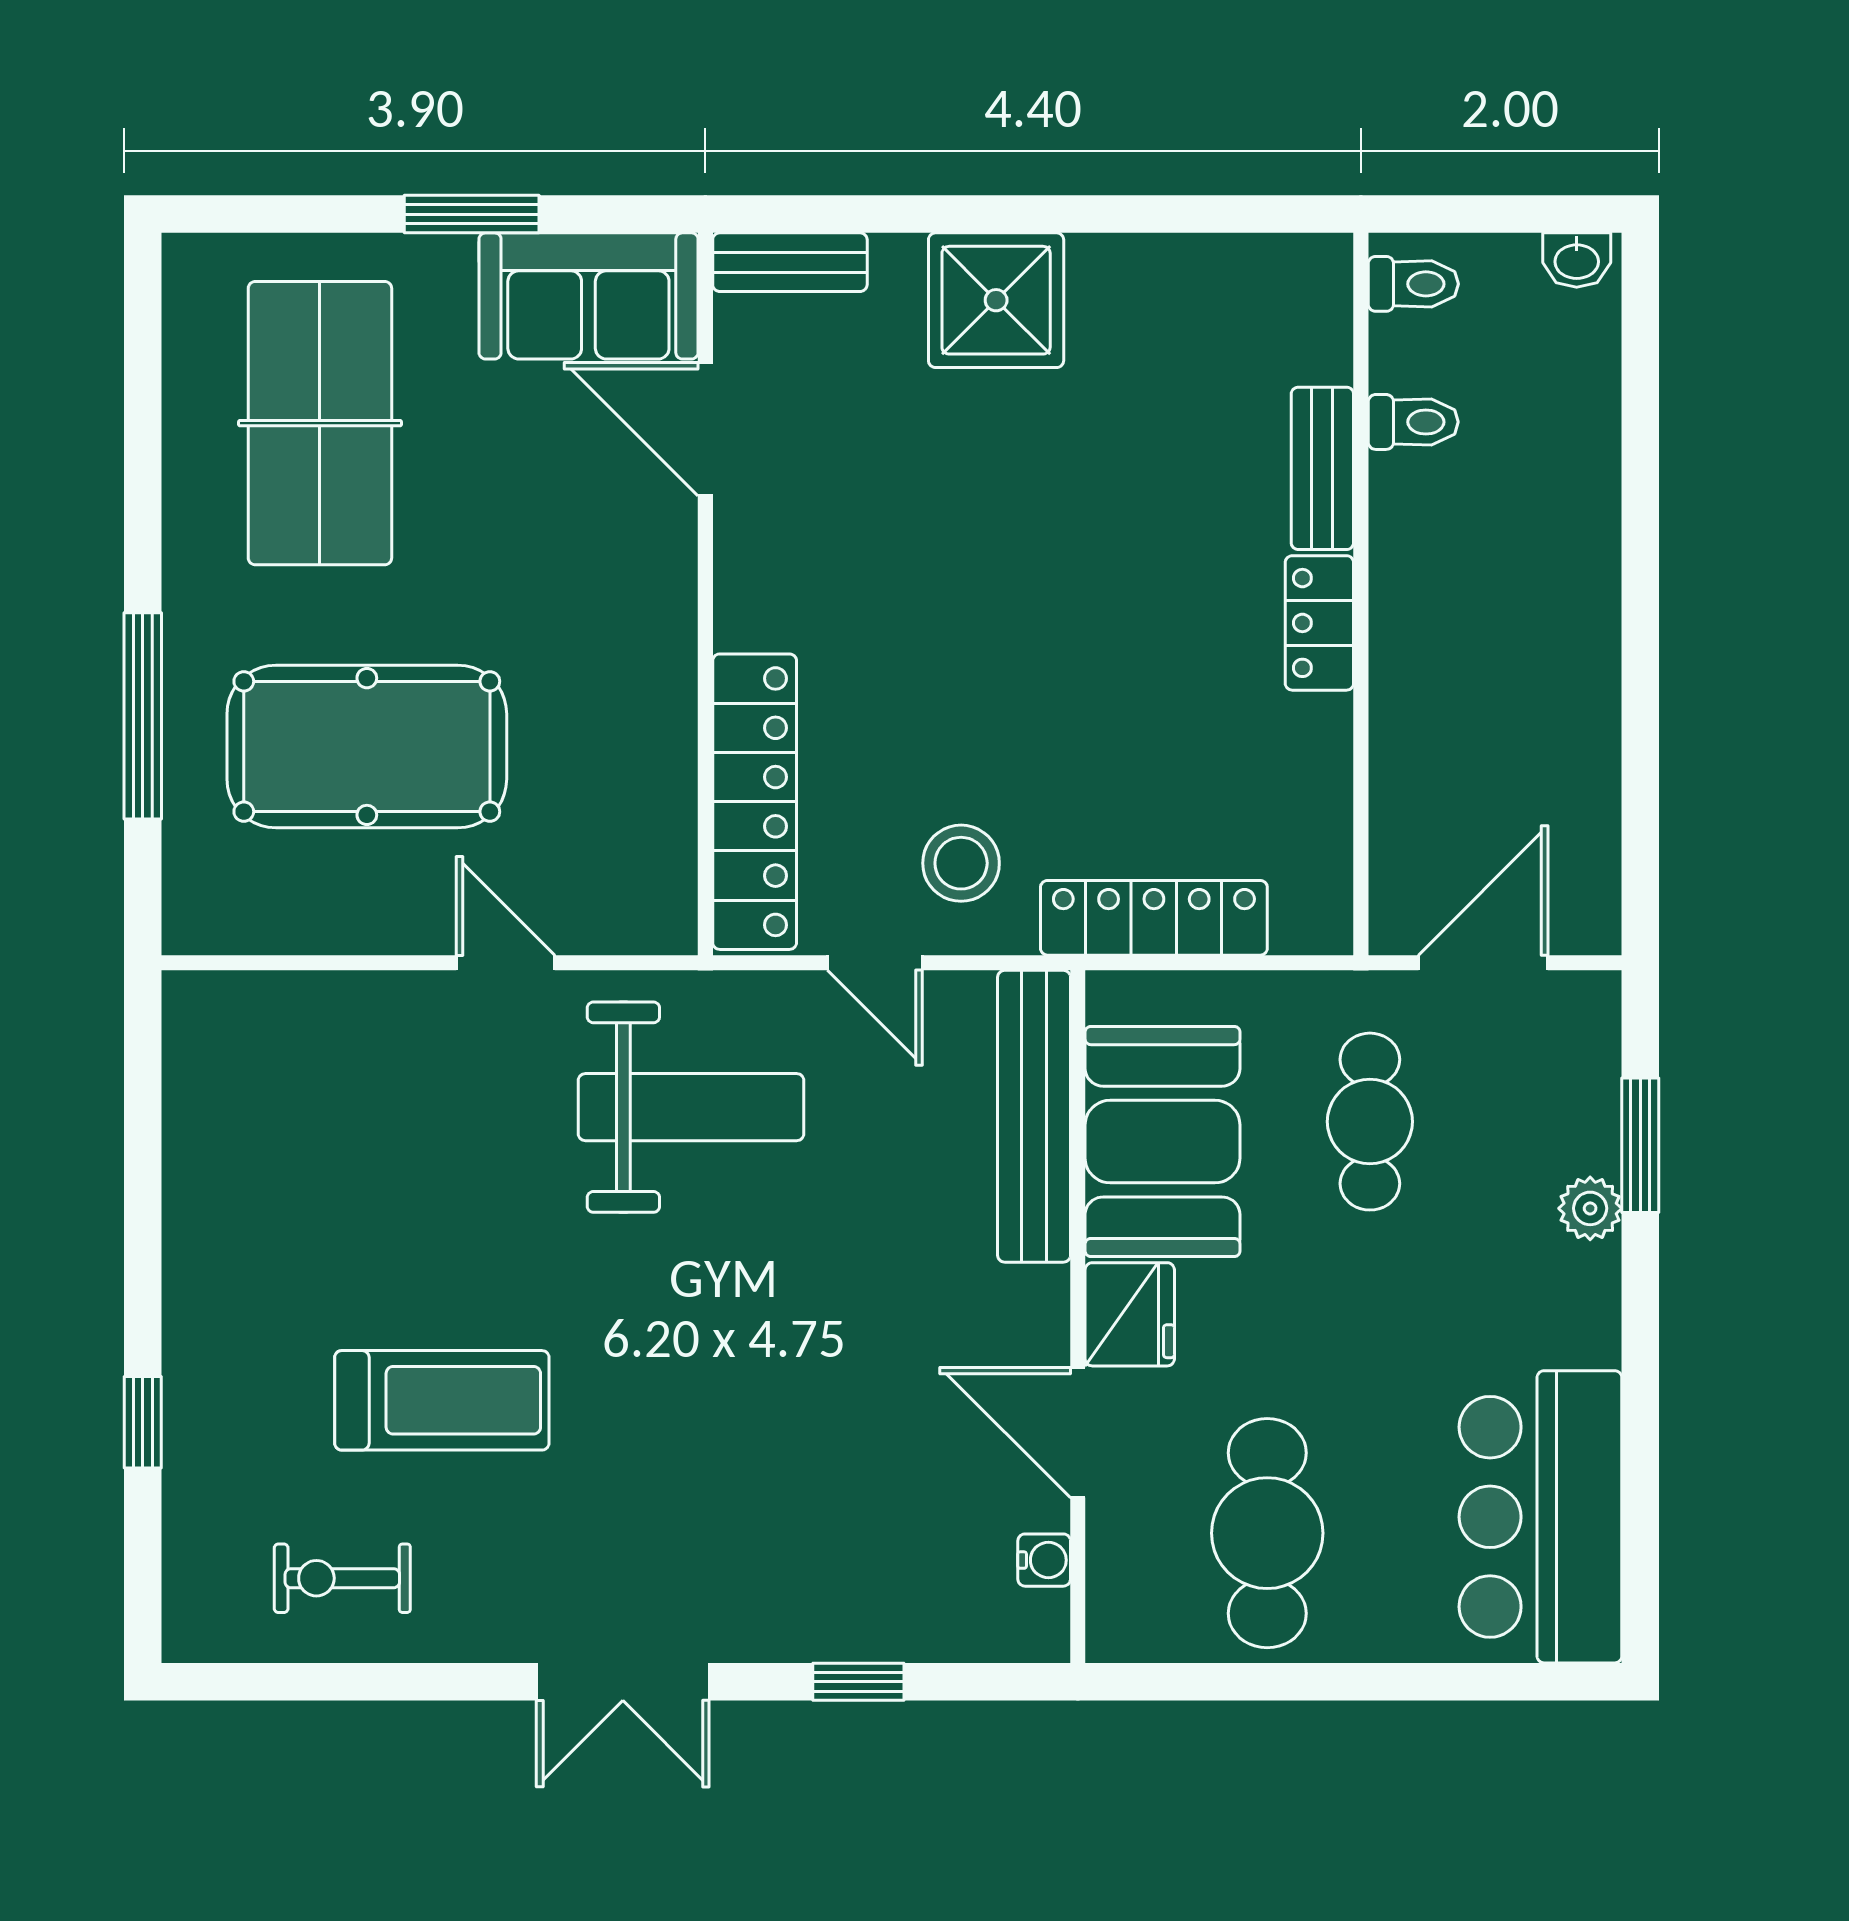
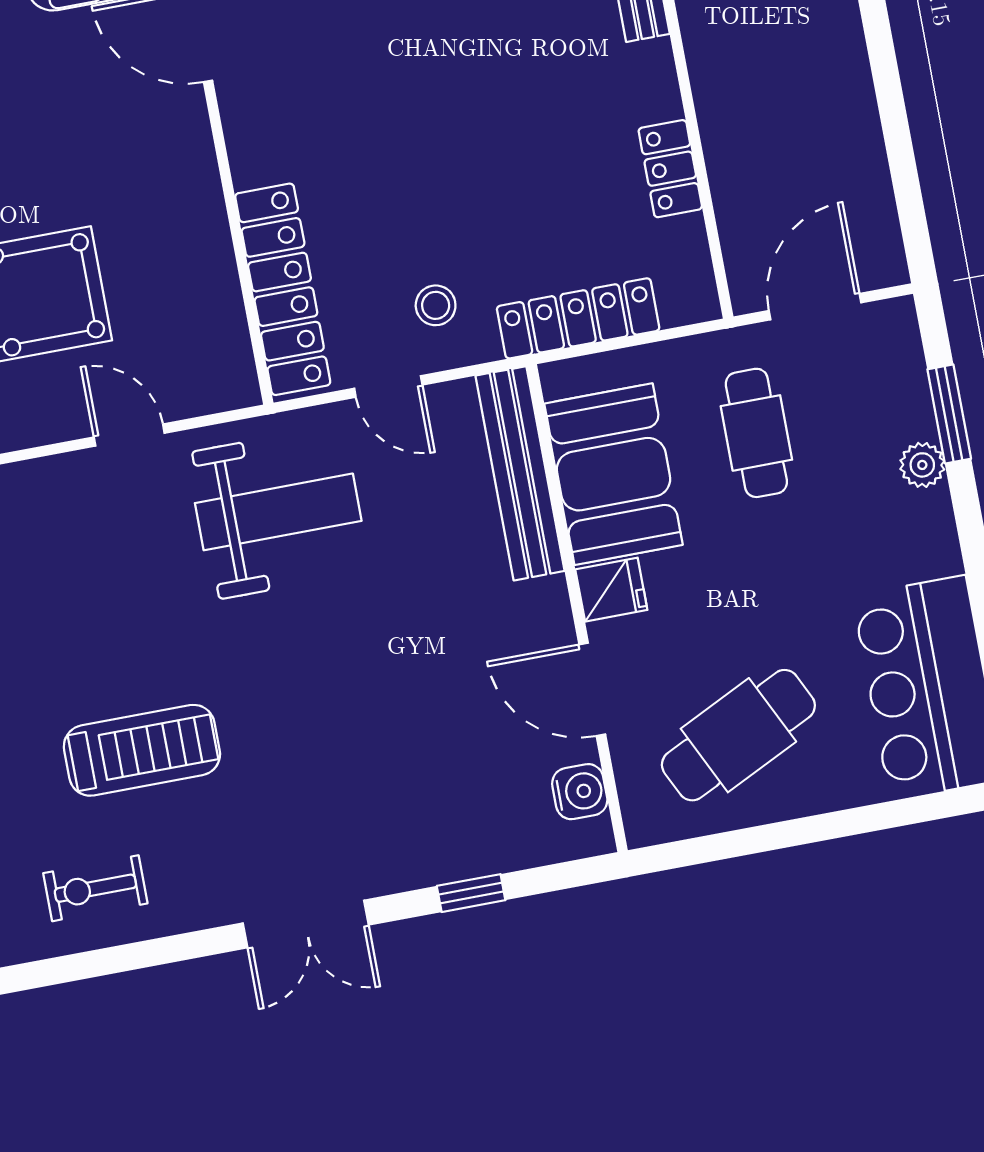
locker: (1319, 623) -> (670, 169), moved
stool: (961, 863) -> (436, 305), width x0.73, depth x0.73
fridge: (1130, 1314) -> (611, 590), width x0.72
cafe table: (1267, 1533) -> (738, 735), turned 64
water cooler: (1044, 1560) -> (580, 792), width x1.38, depth x1.38

